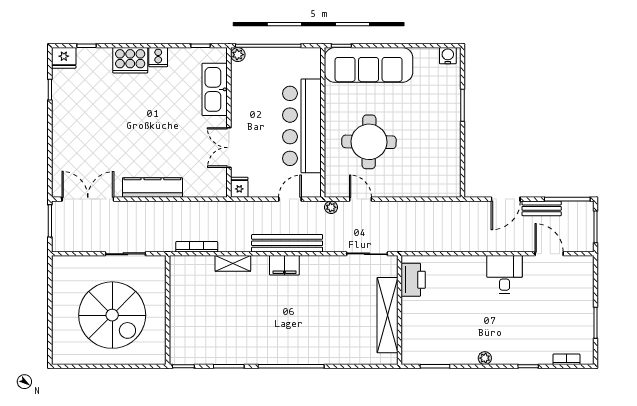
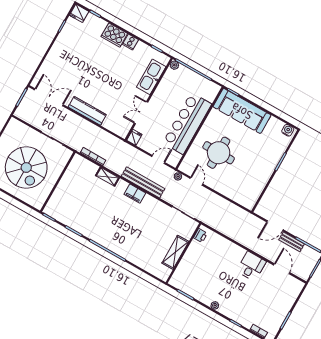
printer: (413, 280) -> (200, 236), width x0.53, depth x0.68
shelving: (387, 315) -> (175, 252), width x0.68

